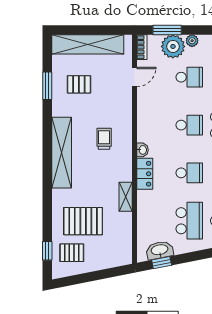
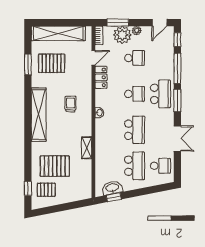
pallet: (79, 84) -> (52, 63), width x1.50, depth x1.42
school desk: (189, 173) -> (134, 130), width x1.85
locker: (145, 174) -> (101, 77), moved

